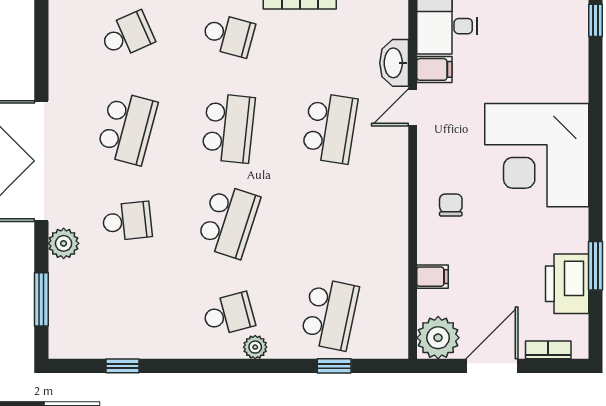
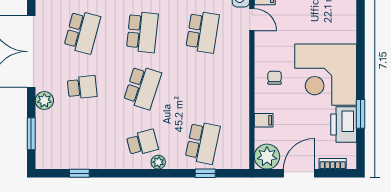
door: (413, 107) -> (252, 20), swing flipped
corner desk: (537, 155) -> (326, 75), moved

